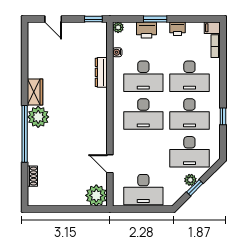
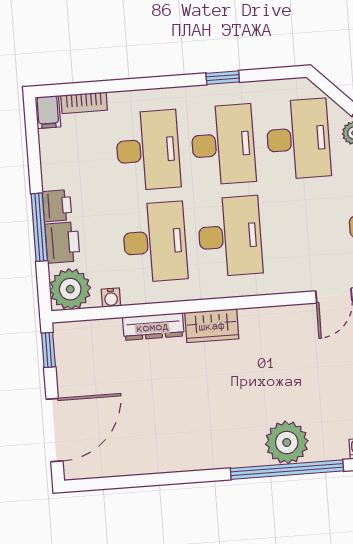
door: (53, 19) -> (54, 430), width x1.87
window: (155, 19) -> (39, 227), width x1.44
plant: (118, 27) -> (70, 289), width x1.88, depth x1.88
printer: (178, 29) -> (57, 206), moved
wardrobe: (35, 92) -> (212, 326), moved, turned 180
plant: (38, 117) -> (287, 442), moved

